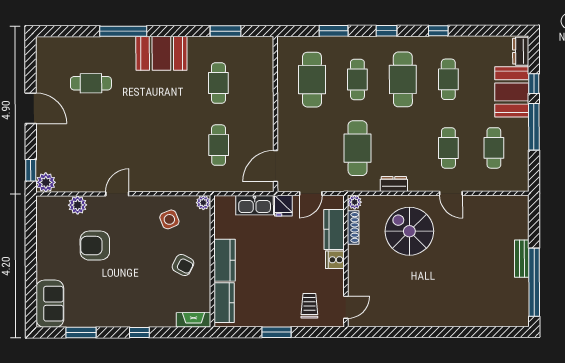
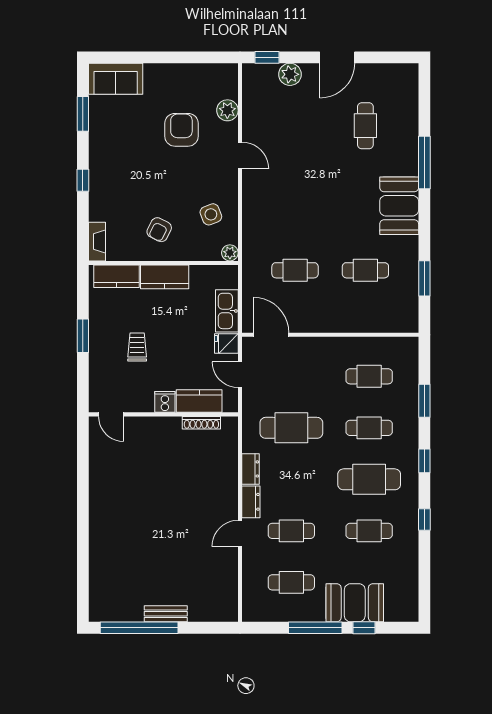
dresser: (521, 51) -> (251, 502), moved, turned 90
cafe table: (312, 80) -> (369, 376), width x0.73, depth x0.74
plant: (46, 182) -> (290, 74), moved
plant: (355, 202) -> (230, 424), removed
spiral stairs: (409, 231) -> (197, 486), removed
trolley: (309, 306) -> (137, 347), moved, turned -90

